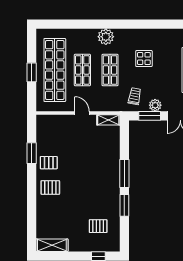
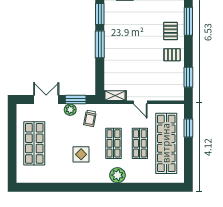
window: (32, 72) -> (188, 128), moved
window: (32, 153) -> (188, 77), moved
pallet: (50, 187) -> (171, 31), turned 90
window: (32, 198) -> (188, 21), added

